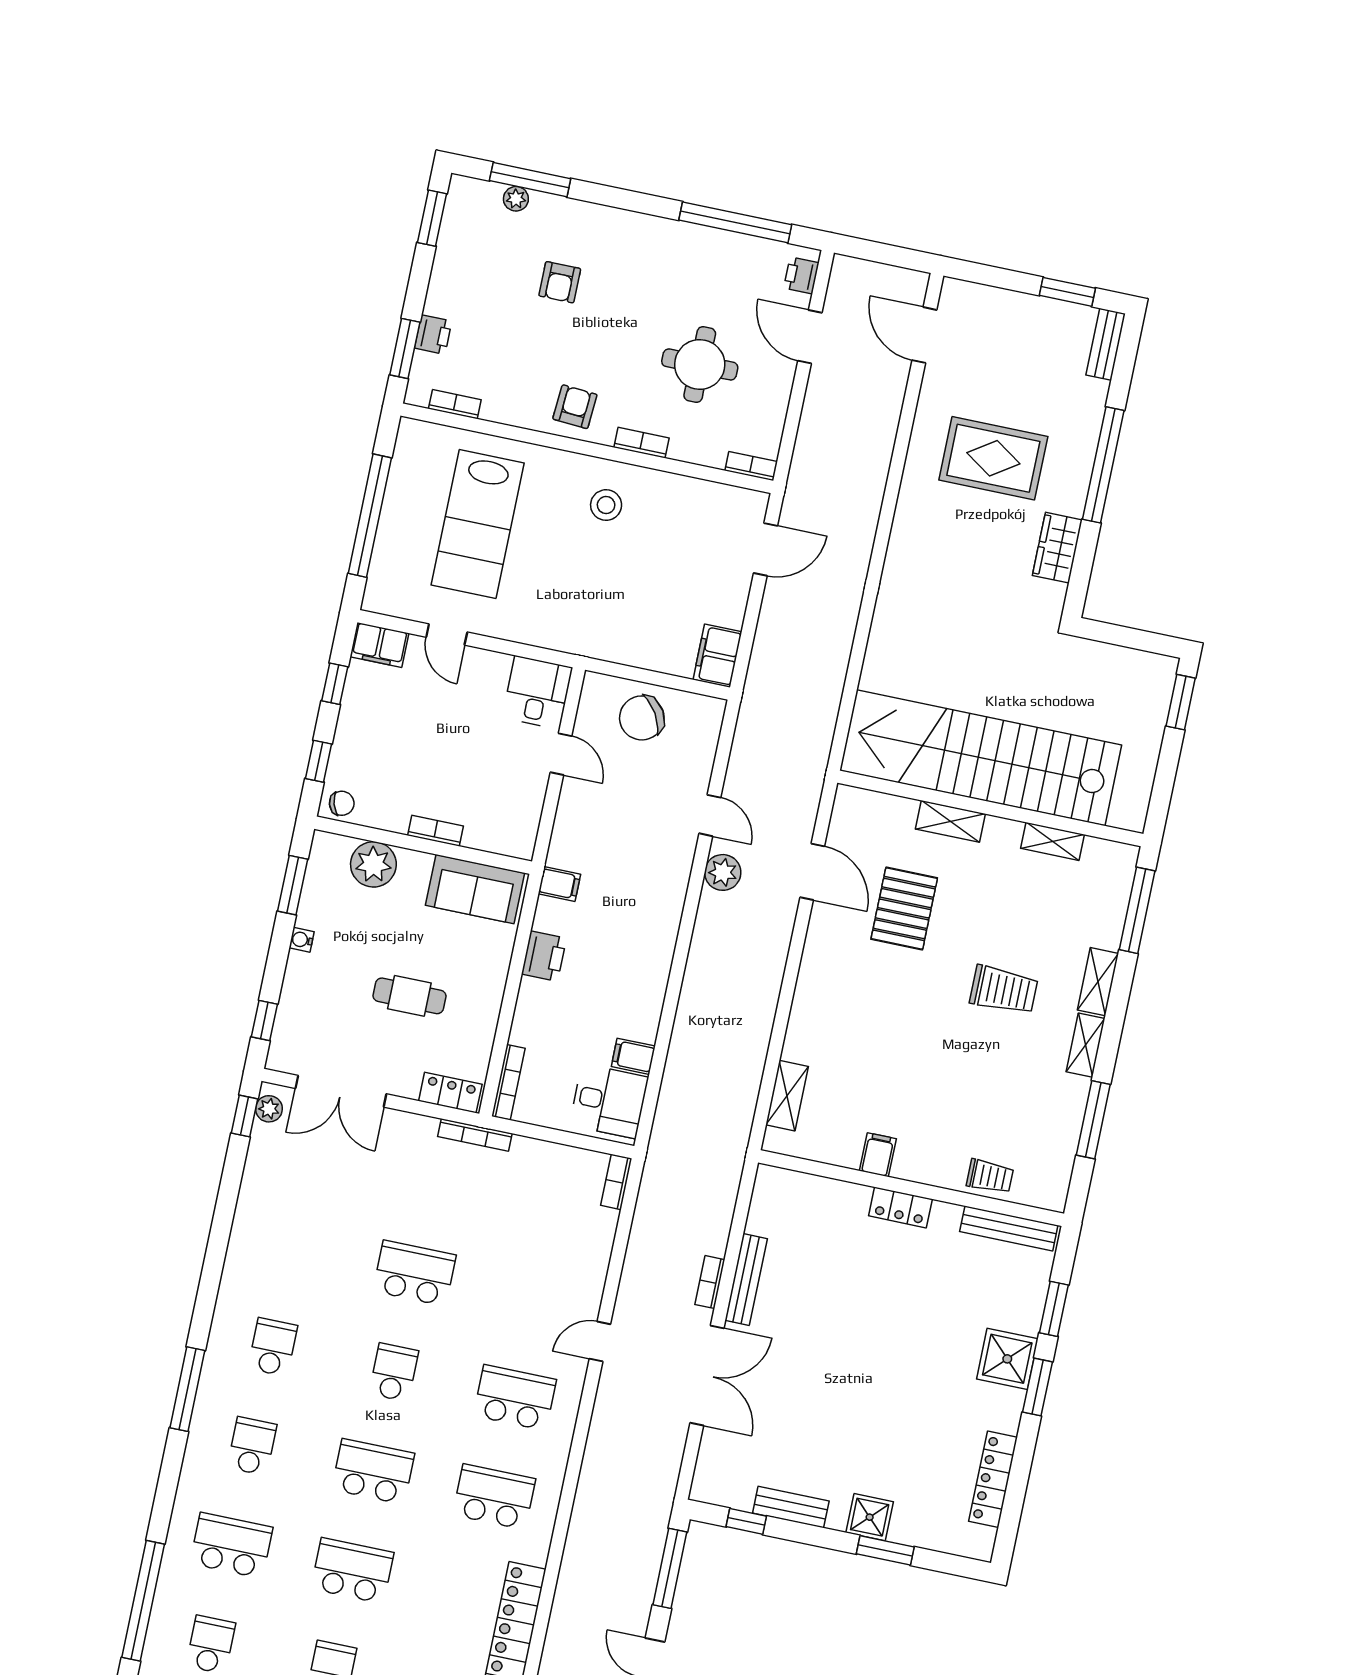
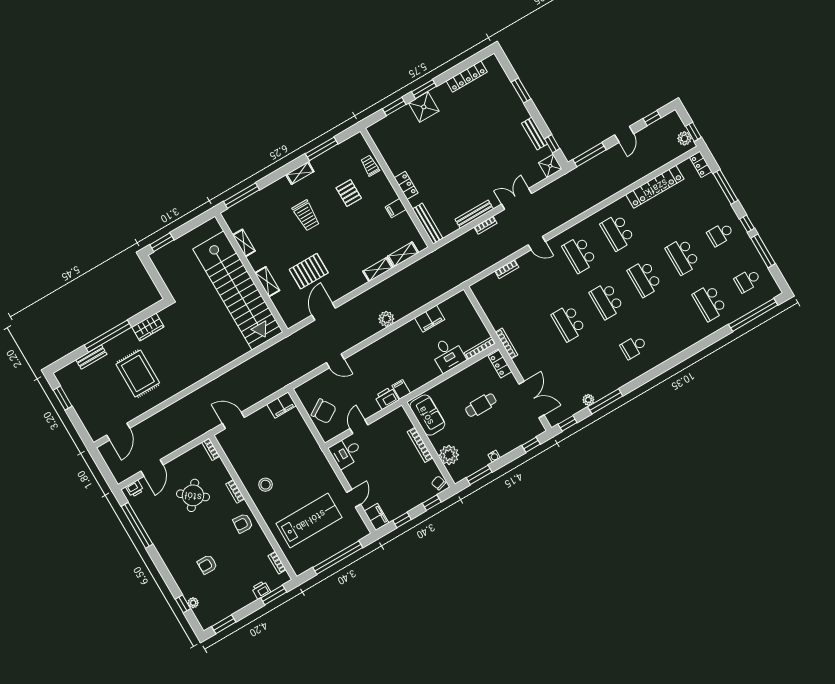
window: (530, 180) -> (183, 604), width x0.46
armchair: (560, 282) -> (207, 564), turned 180
bench: (1106, 344) -> (91, 357), moved
round table: (700, 364) -> (193, 495), turned 38
door: (710, 815) -> (335, 361), swing flipped
bookcase: (436, 831) -> (420, 445), width x1.56
plant: (723, 872) -> (386, 319), moved
printer: (544, 956) -> (387, 398), moved
shelving: (1098, 982) -> (378, 269), moved
trolley: (1004, 990) -> (306, 215), turned 180
cafe table: (409, 996) -> (481, 405), turned 90
filing cabinet: (633, 1056) -> (430, 319), width x2.00
pallet: (976, 1098) -> (349, 193), added
desk: (609, 1101) -> (448, 354), moved, turned 180
plant: (269, 1109) -> (588, 400), moved
bookcase: (616, 1182) -> (507, 269), moved
bench: (1009, 1228) -> (428, 224), moved
school desk: (394, 1372) -> (607, 301), width x1.85
double door: (707, 1376) -> (517, 199), width x0.73
window: (187, 1389) -> (605, 401), moved
school desk: (252, 1446) -> (672, 325), removed
shower: (870, 1517) -> (550, 166), moved

